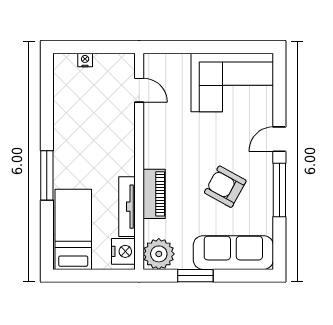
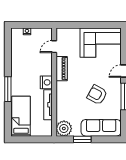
door: (139, 90) -> (54, 47), swing flipped
piano: (154, 194) -> (62, 69), moved
nightstand: (123, 251) -> (46, 82), moved

